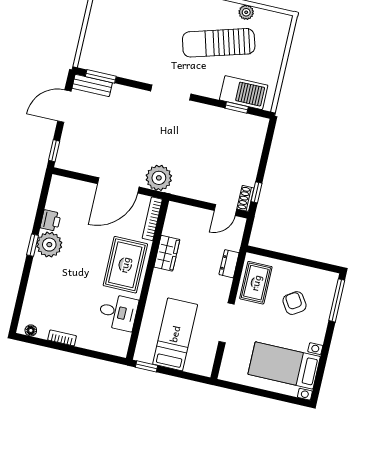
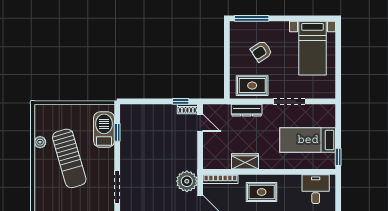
dresser: (229, 264) -> (247, 110), width x1.44
rug: (125, 265) -> (262, 192), width x0.73, depth x0.70
desk: (118, 312) -> (316, 189), moved

